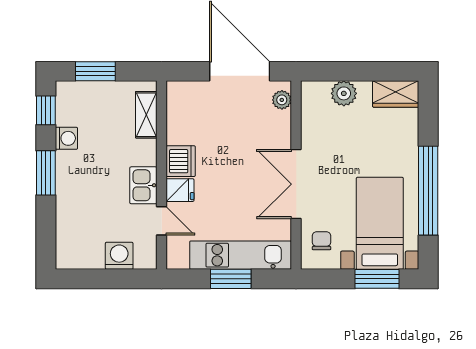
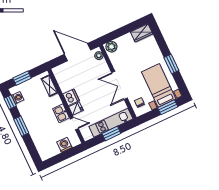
plant: (344, 93) -> (111, 47), moved
washing machine: (66, 138) -> (18, 98), moved
window: (428, 191) -> (171, 64), width x0.47

